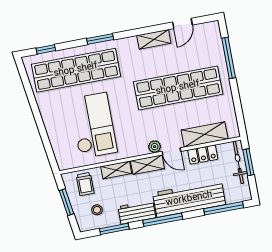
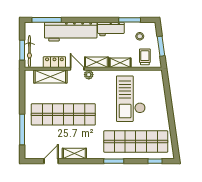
window: (163, 220) -> (93, 20), removed

